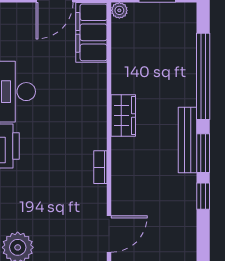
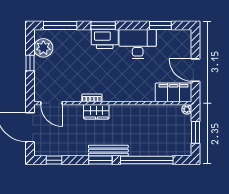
wardrobe: (123, 116) -> (96, 112), moved
window: (203, 196) -> (54, 160), moved

